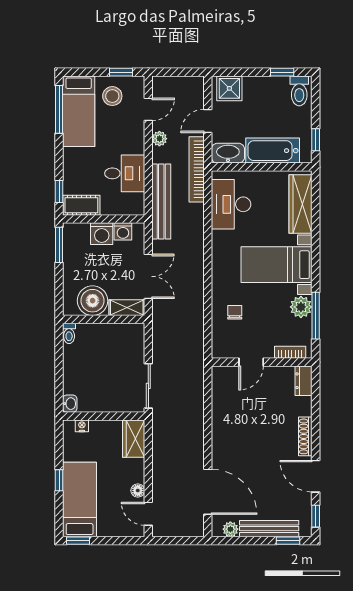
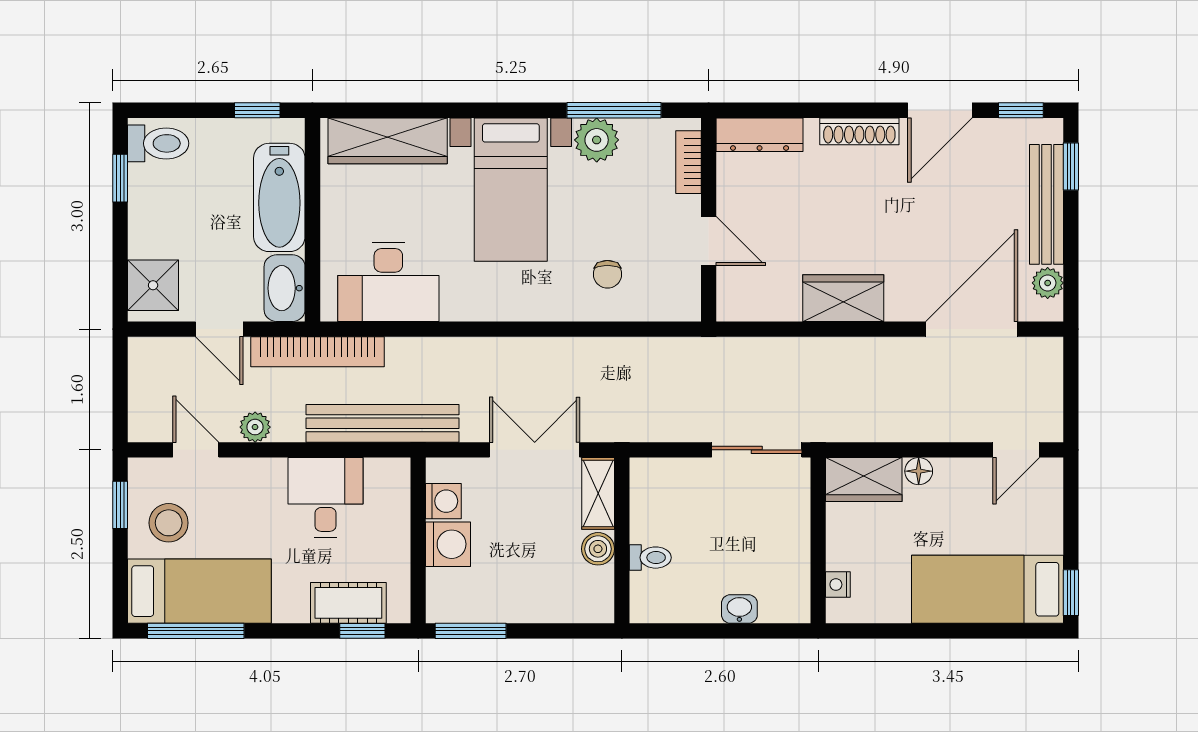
cot: (81, 205) -> (348, 603), moved, turned 90
boiler: (93, 301) -> (598, 549), width x0.54, depth x0.54
chair: (235, 312) -> (607, 274), turned -90
toilet: (69, 333) -> (650, 558), moved
dresser: (304, 381) -> (760, 135), width x1.44
washbasin: (70, 404) -> (739, 609), moved
wardrobe: (223, 428) -> (843, 298), added
window: (59, 480) -> (948, 631), removed
floor lamp: (138, 490) -> (919, 471), moved

